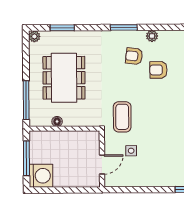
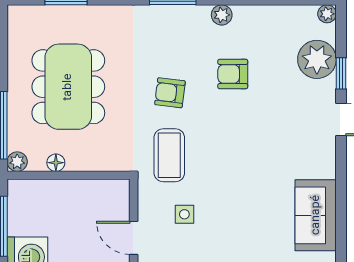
plant: (34, 36) -> (17, 162), moved
armchair: (134, 56) -> (170, 93), moved
door: (102, 164) -> (134, 238), swing flipped

